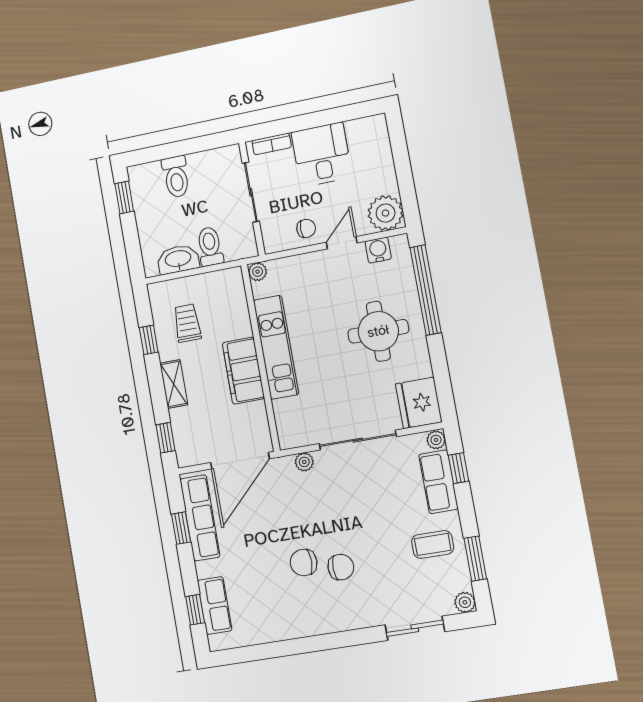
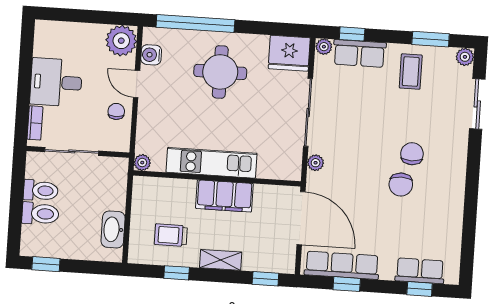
toilet: (210, 246) -> (41, 191), moved, turned 180

